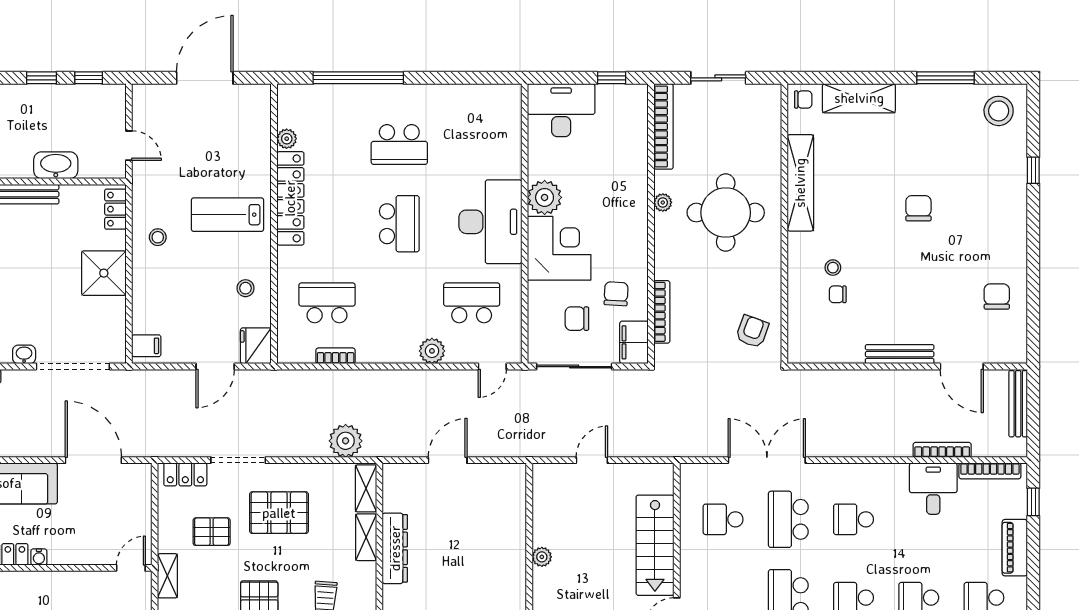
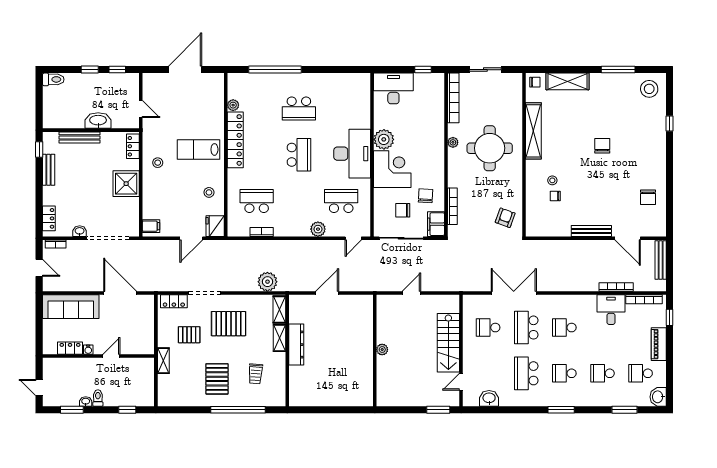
chair: (997, 296) -> (648, 197), turned 180
door: (131, 568) -> (111, 356), moved

